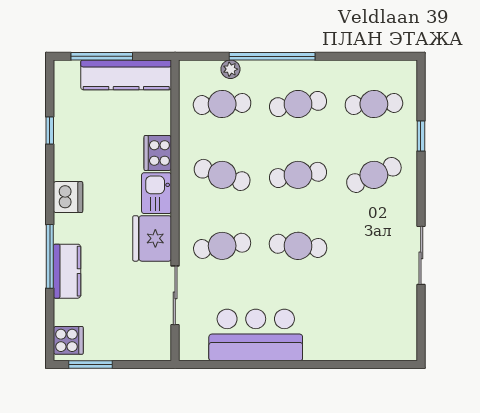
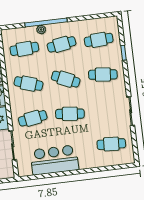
plant: (230, 69) -> (41, 30), moved
cafe table: (298, 175) -> (66, 79), turned 33
cafe table: (374, 175) -> (103, 75), turned 30
cafe table: (374, 317) -> (111, 144), added

